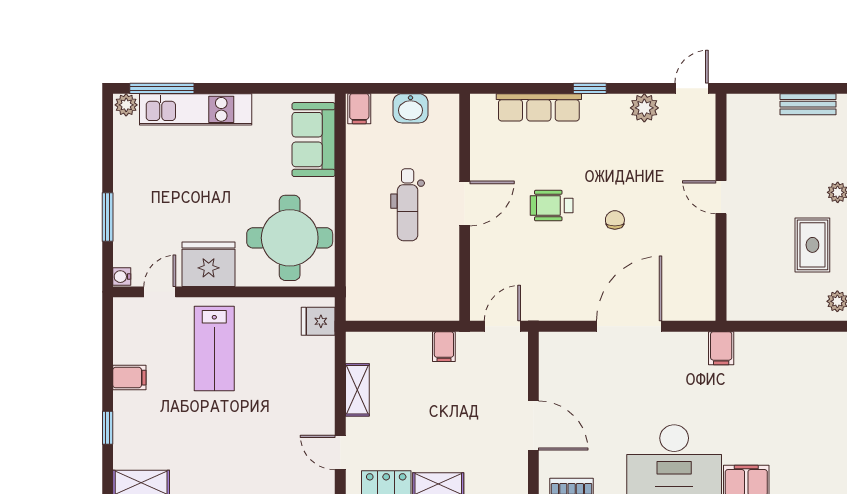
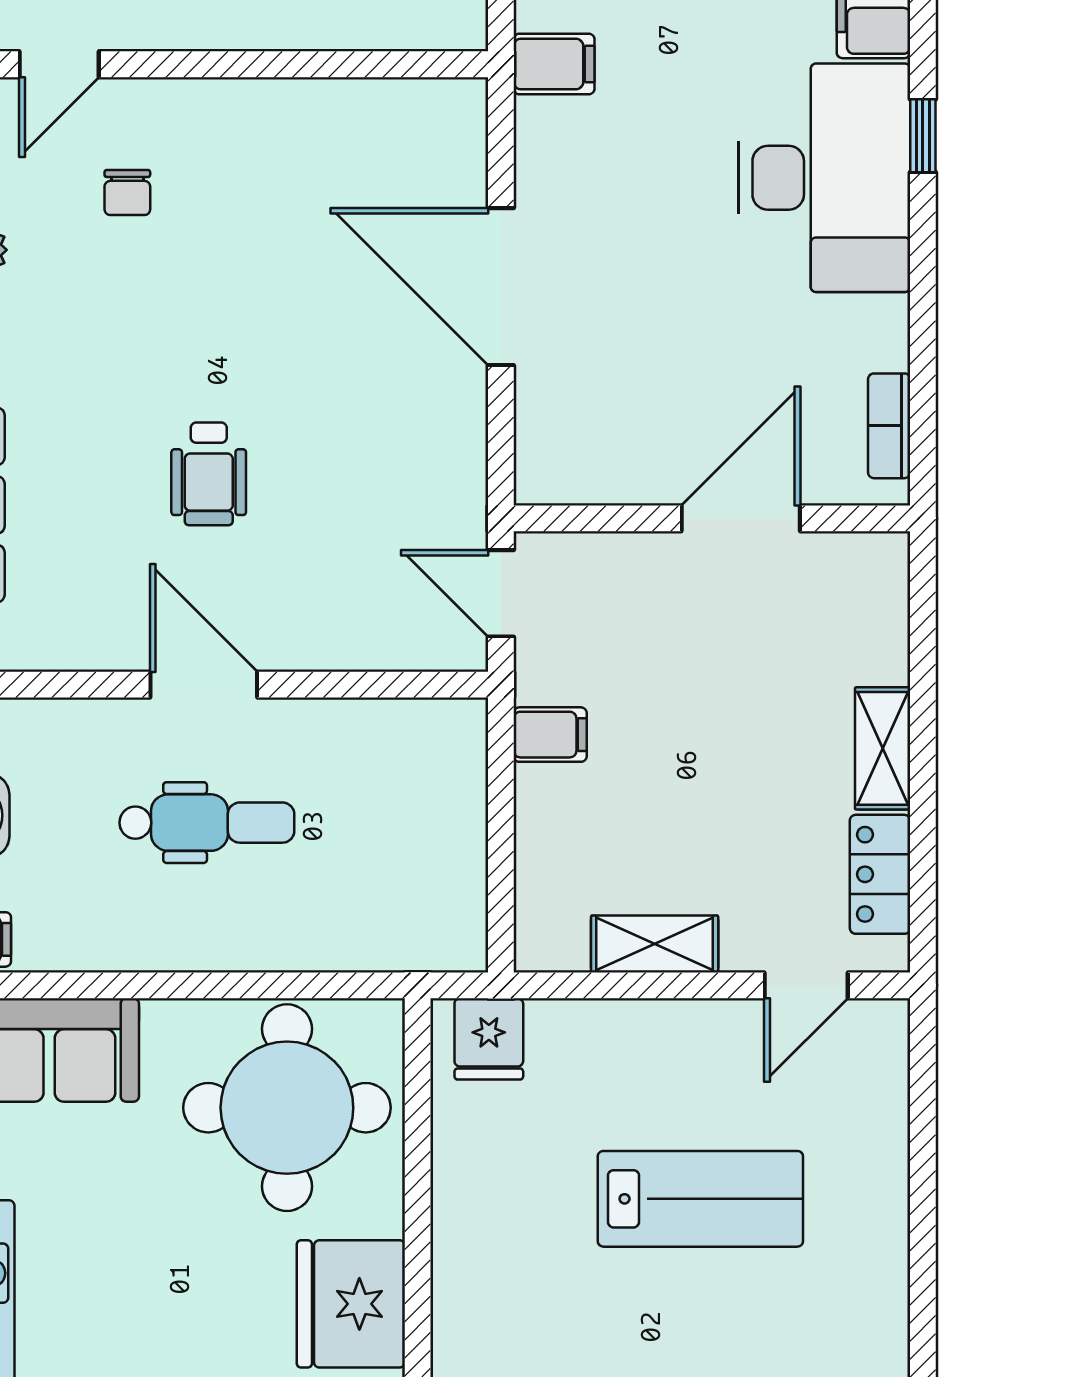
door: (721, 197) -> (59, 64), moved
chair: (615, 220) -> (127, 193), moved, turned -90
lab bench: (214, 349) -> (700, 1199), moved

